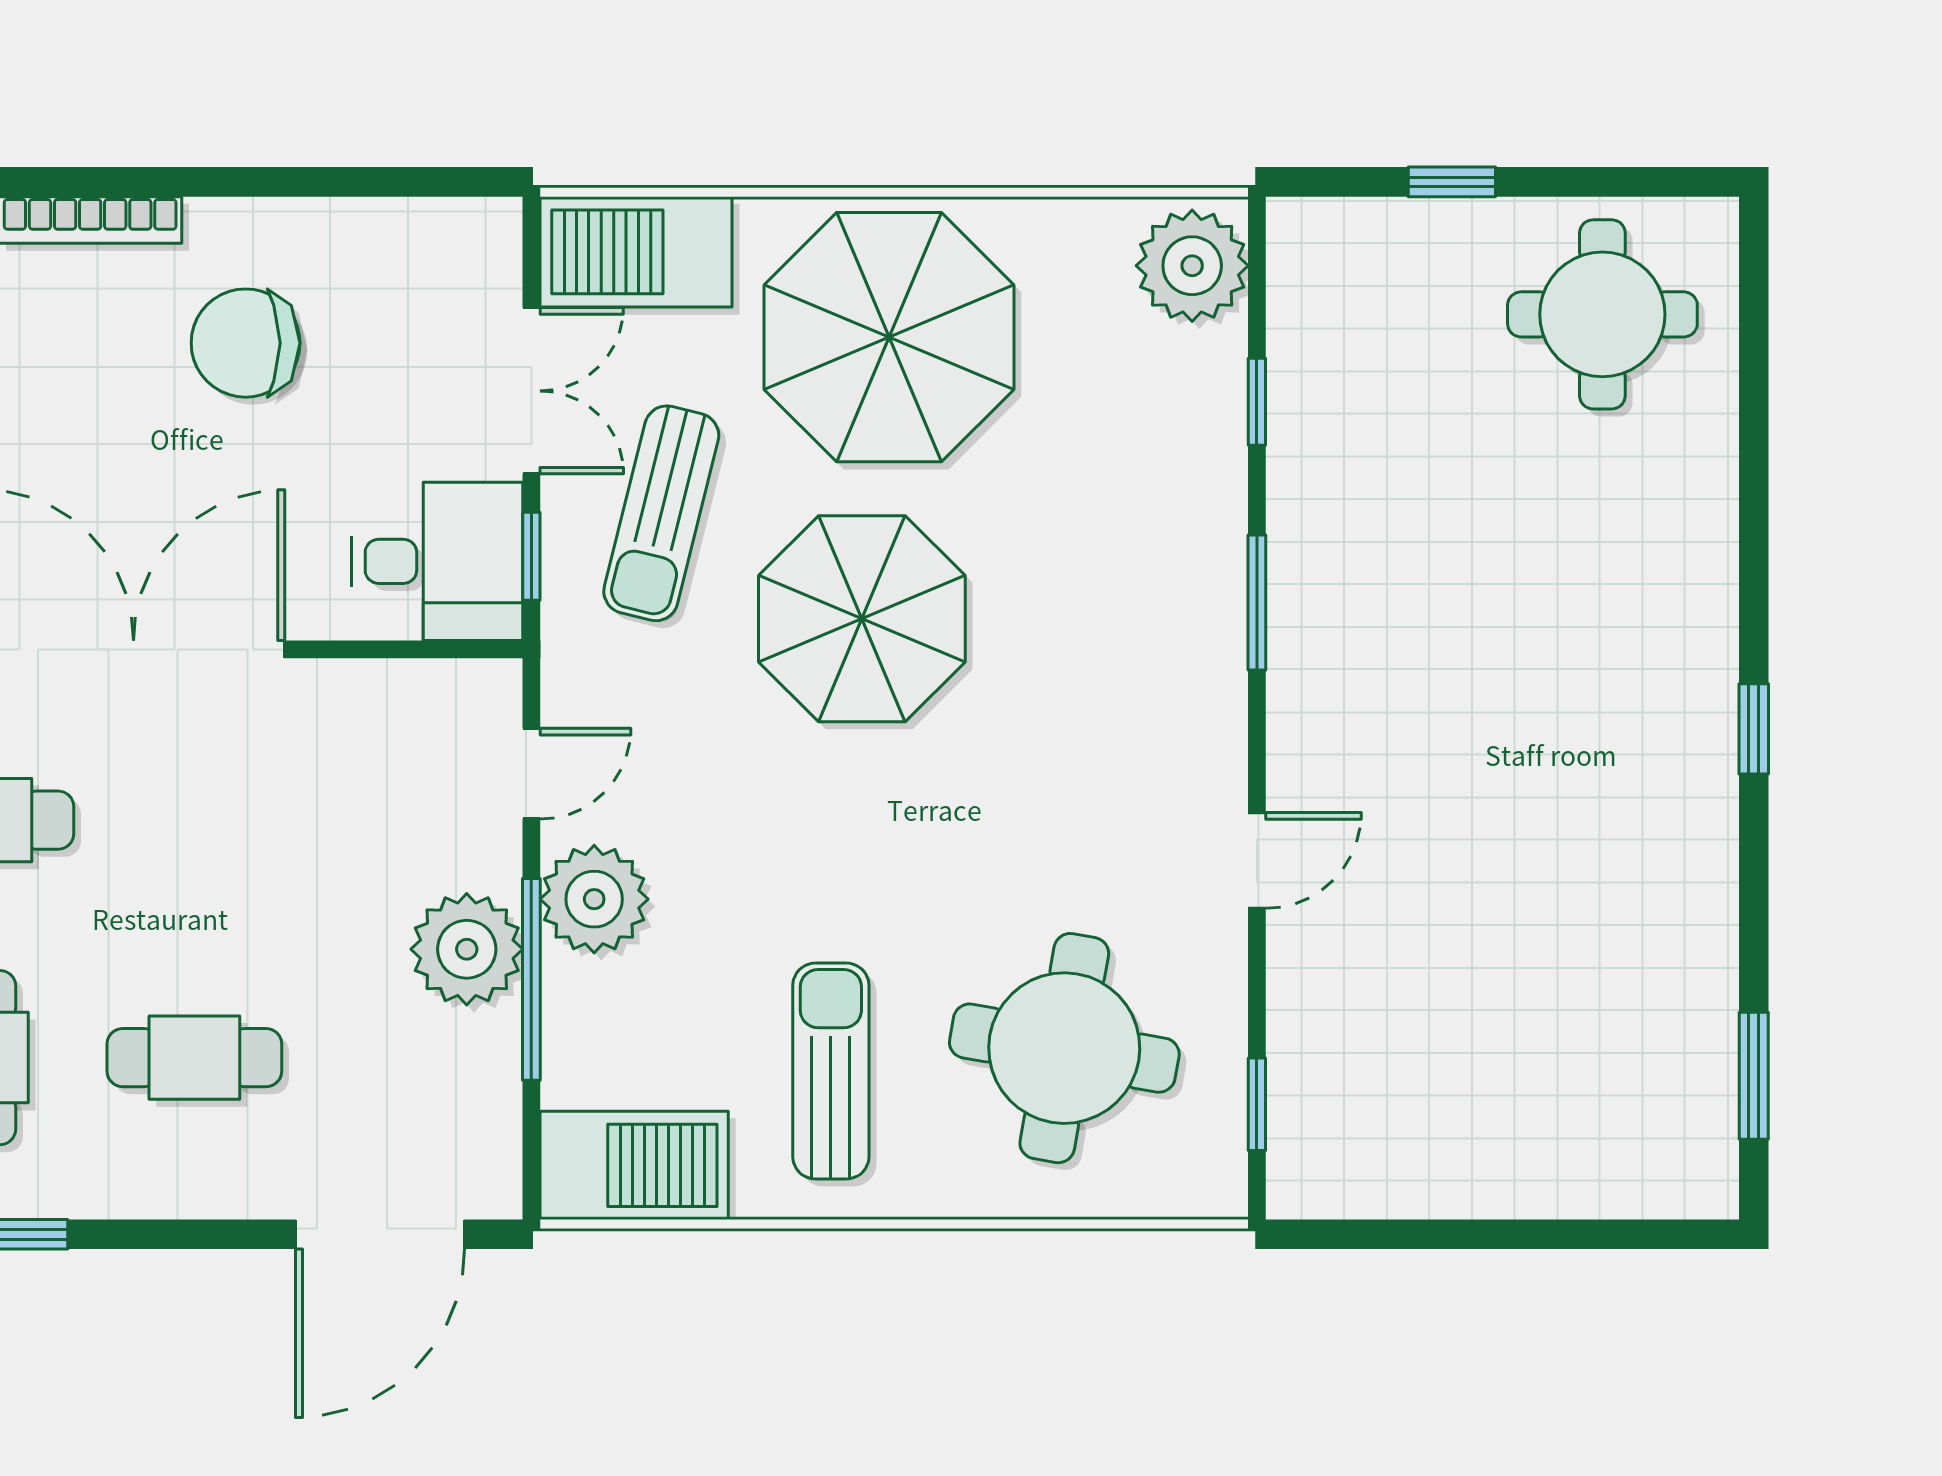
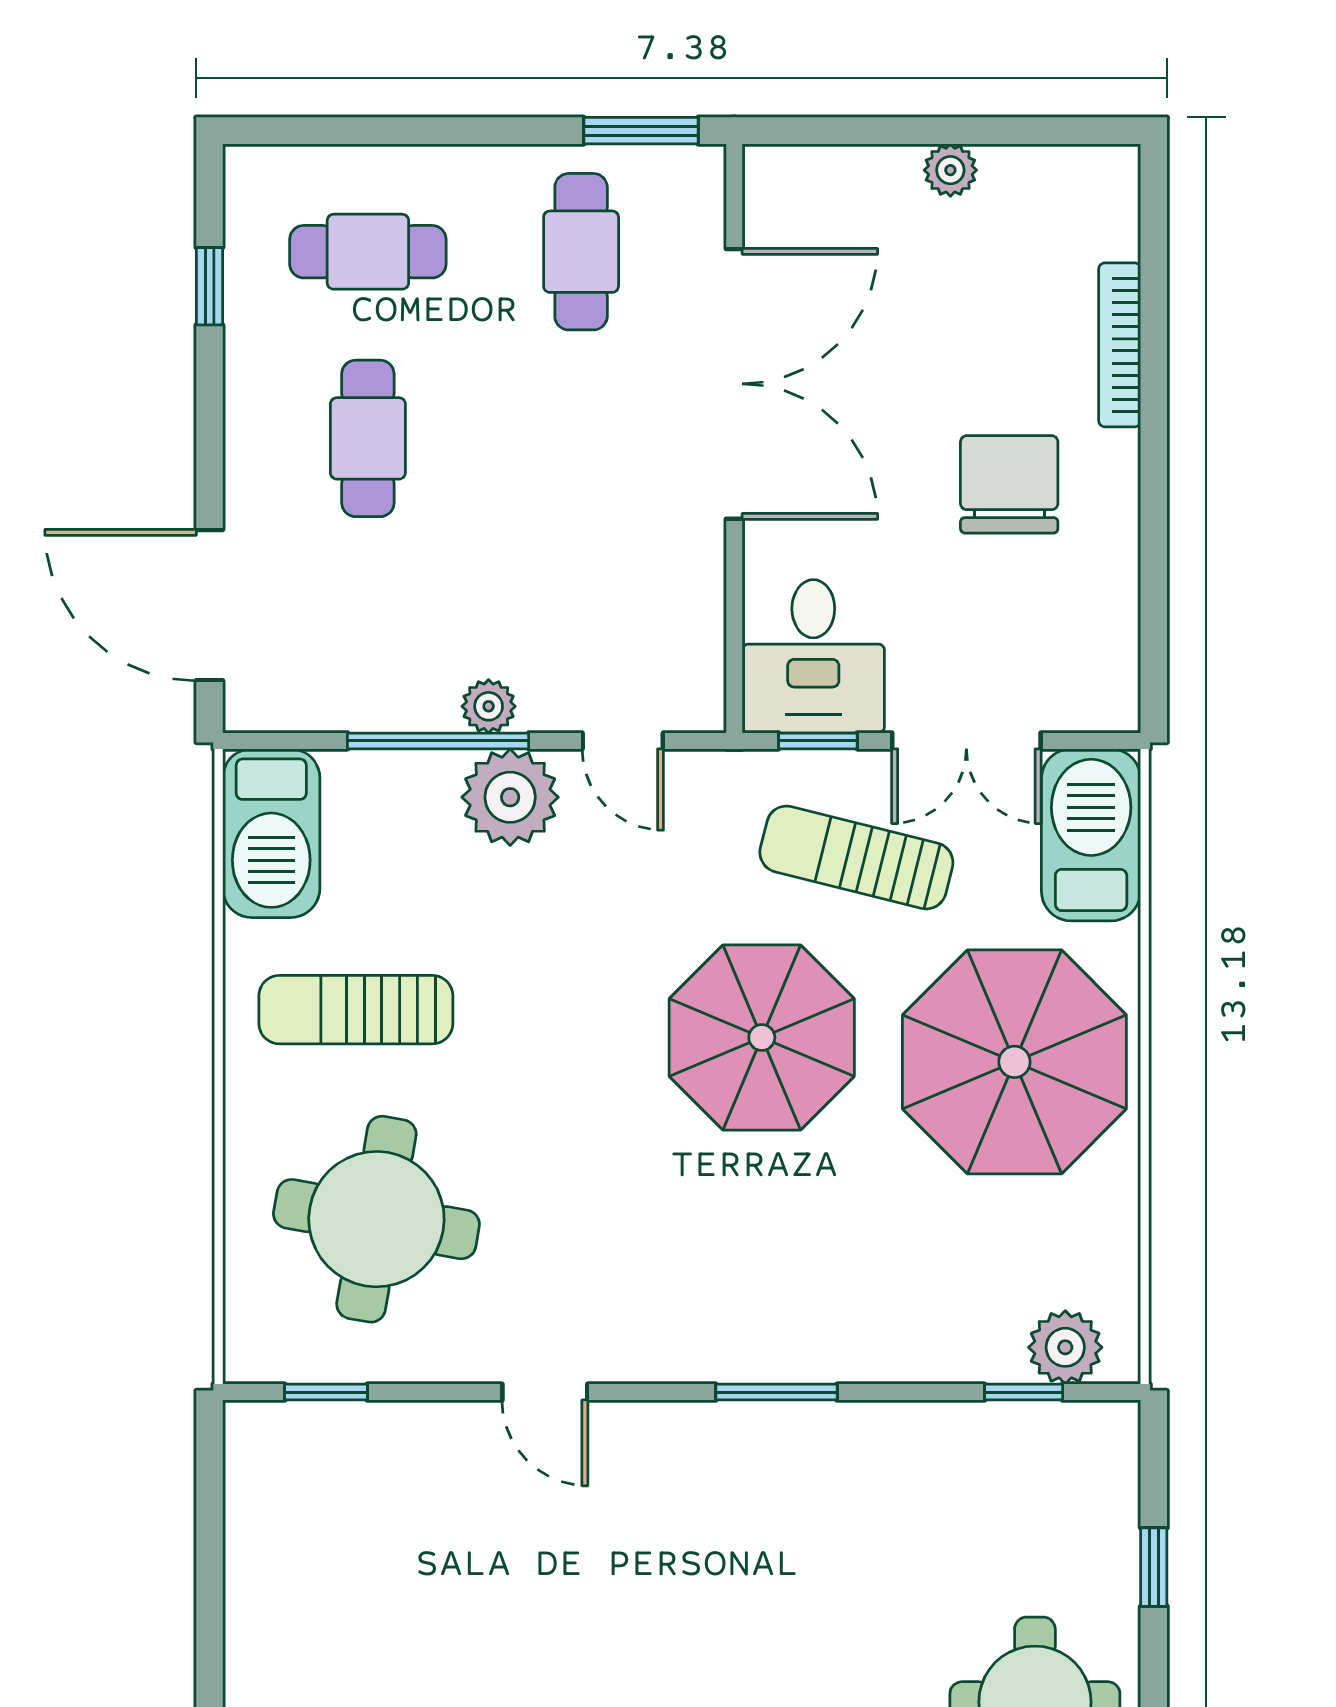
plant: (1192, 266) -> (1065, 1347), width x0.73, depth x0.73
window: (1257, 402) -> (1024, 1392), moved
plant: (467, 949) -> (489, 706), width x0.53, depth x0.53
sun lounger: (831, 1071) -> (356, 1010), turned 180

